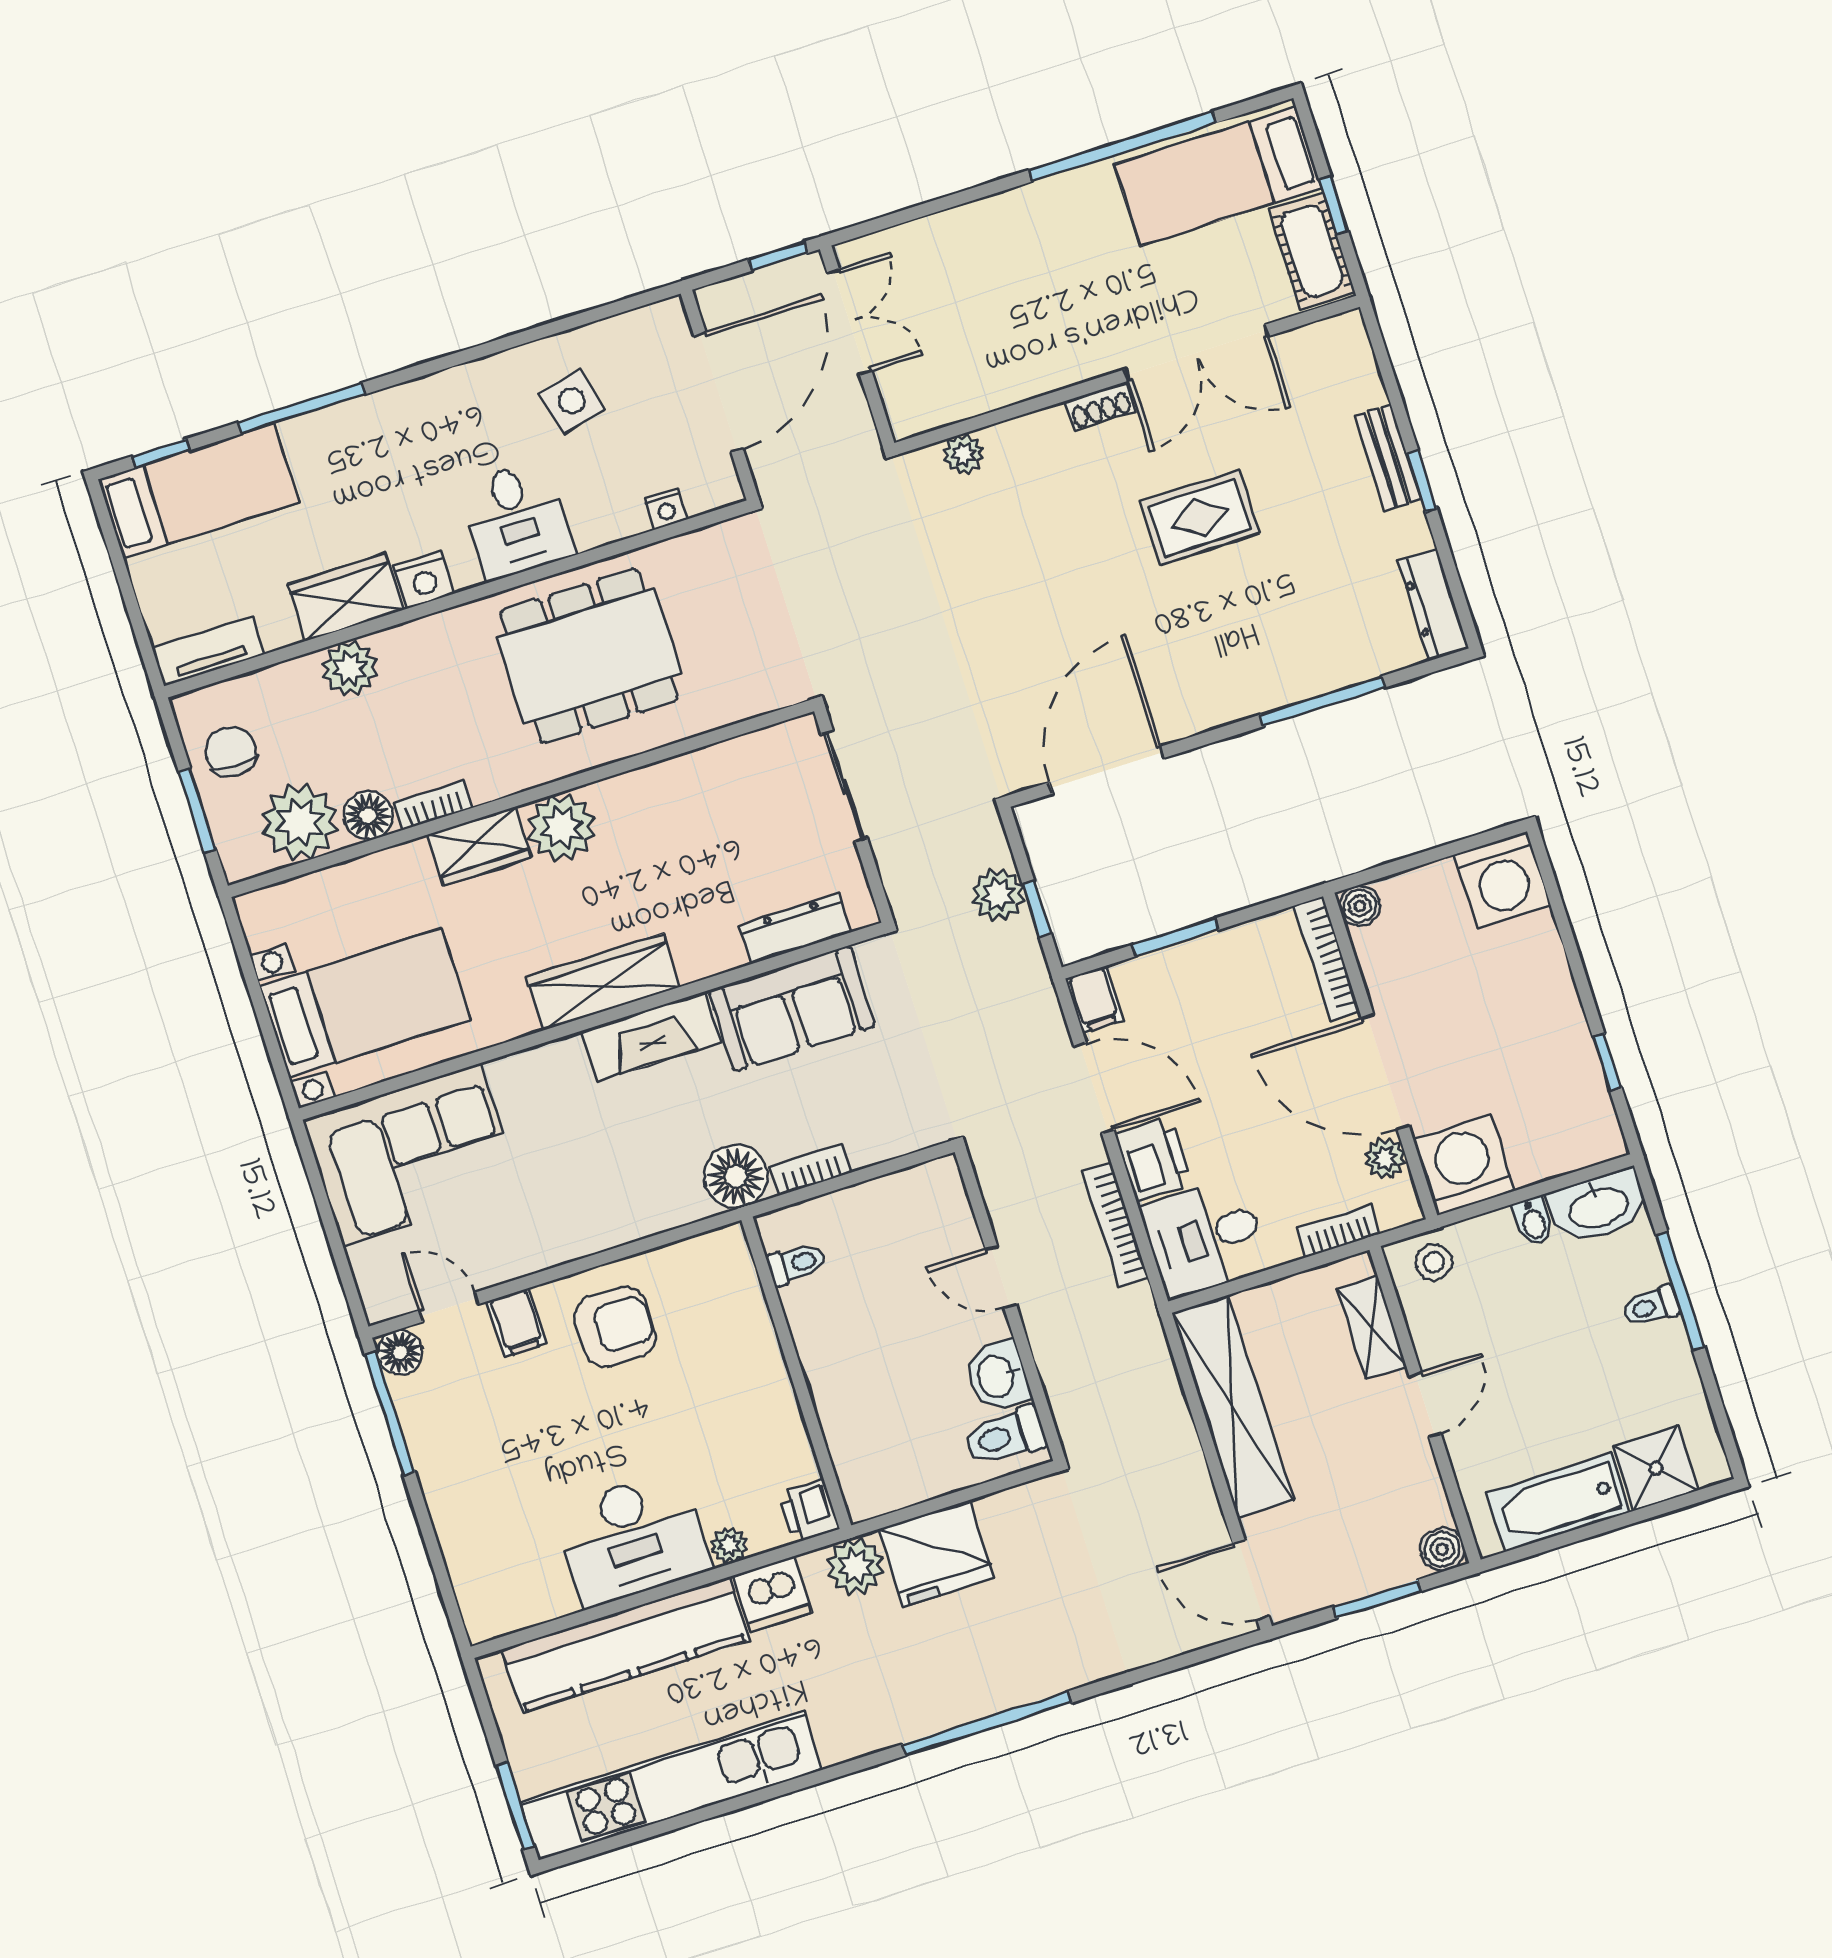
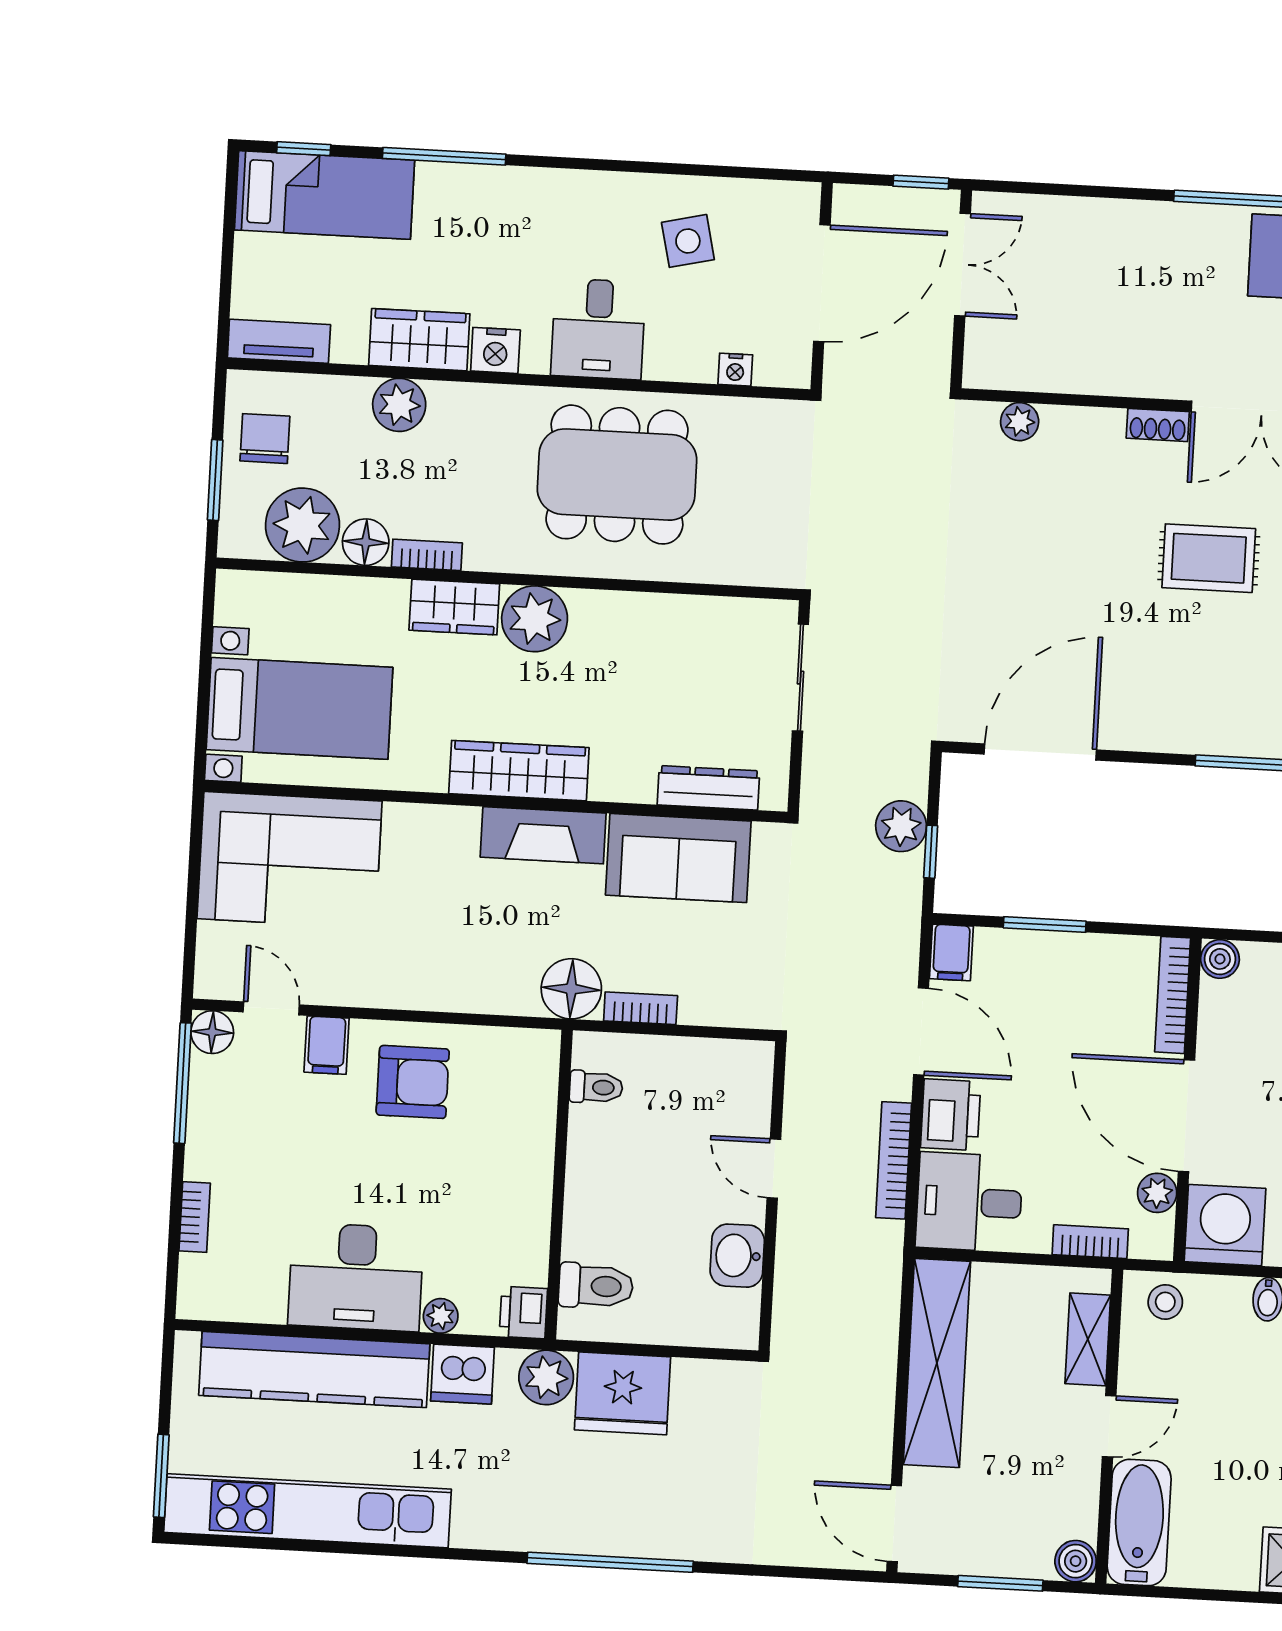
toilet: (1005, 1436) -> (596, 1286), moved, turned 180
bathtub: (1558, 1503) -> (1139, 1523), moved, turned 90
bookcase: (452, 1540) -> (195, 1217), added

